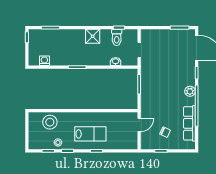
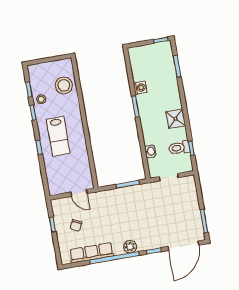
washing machine: (44, 61) -> (140, 88), moved

